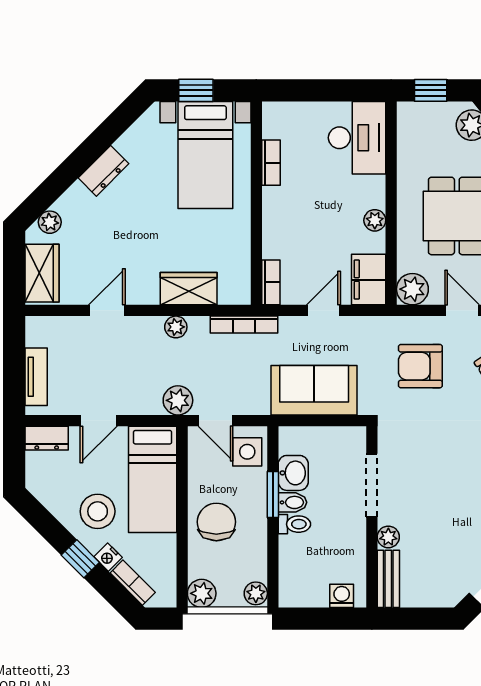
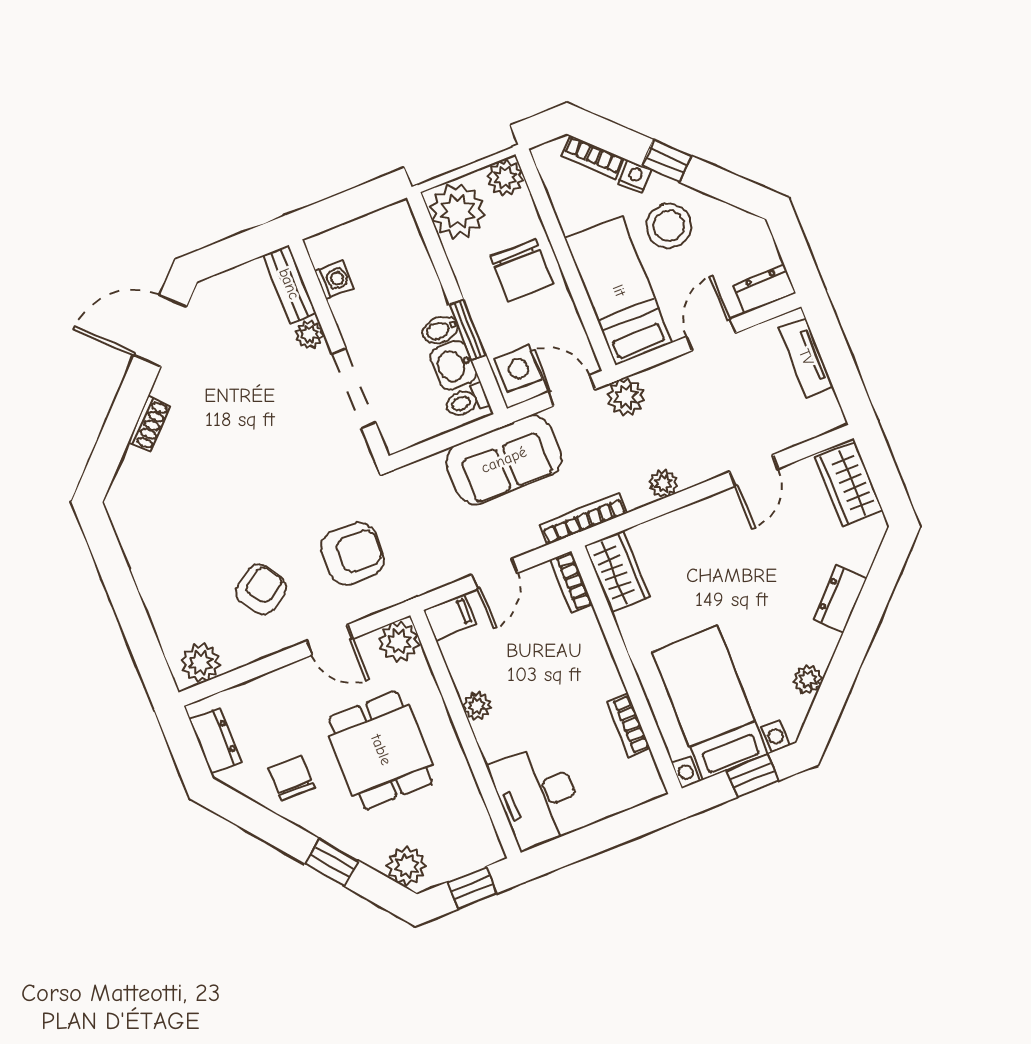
dresser: (103, 171) -> (840, 599), moved
plant: (50, 222) -> (808, 679), moved
filing cabinet: (369, 280) -> (450, 617), width x0.50
wardrobe: (189, 289) -> (617, 571), moved, turned -90
sofa: (314, 390) -> (504, 460), moved
toilet: (294, 524) -> (466, 401), moved
plant: (256, 593) -> (458, 211), width x1.88, depth x1.88
washing machine: (342, 596) -> (334, 279), moved, turned -90

